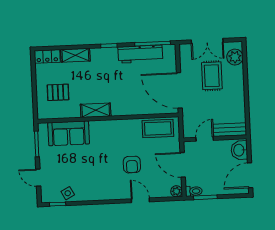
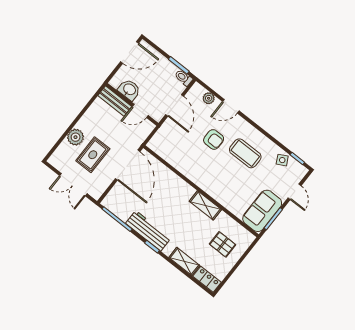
double door: (207, 41) -> (73, 185), swing flipped
workbench: (140, 54) -> (148, 231), moved
plant: (235, 57) -> (76, 137), moved
coffee table: (158, 128) -> (245, 153), moved
sofa: (69, 133) -> (262, 211), moved, turned -90
washbasin: (239, 150) -> (129, 90), moved, turned -90
armchair: (132, 165) -> (214, 139), turned 90
plant: (177, 191) -> (209, 98), moved
door: (140, 200) -> (231, 106), hinge flipped

